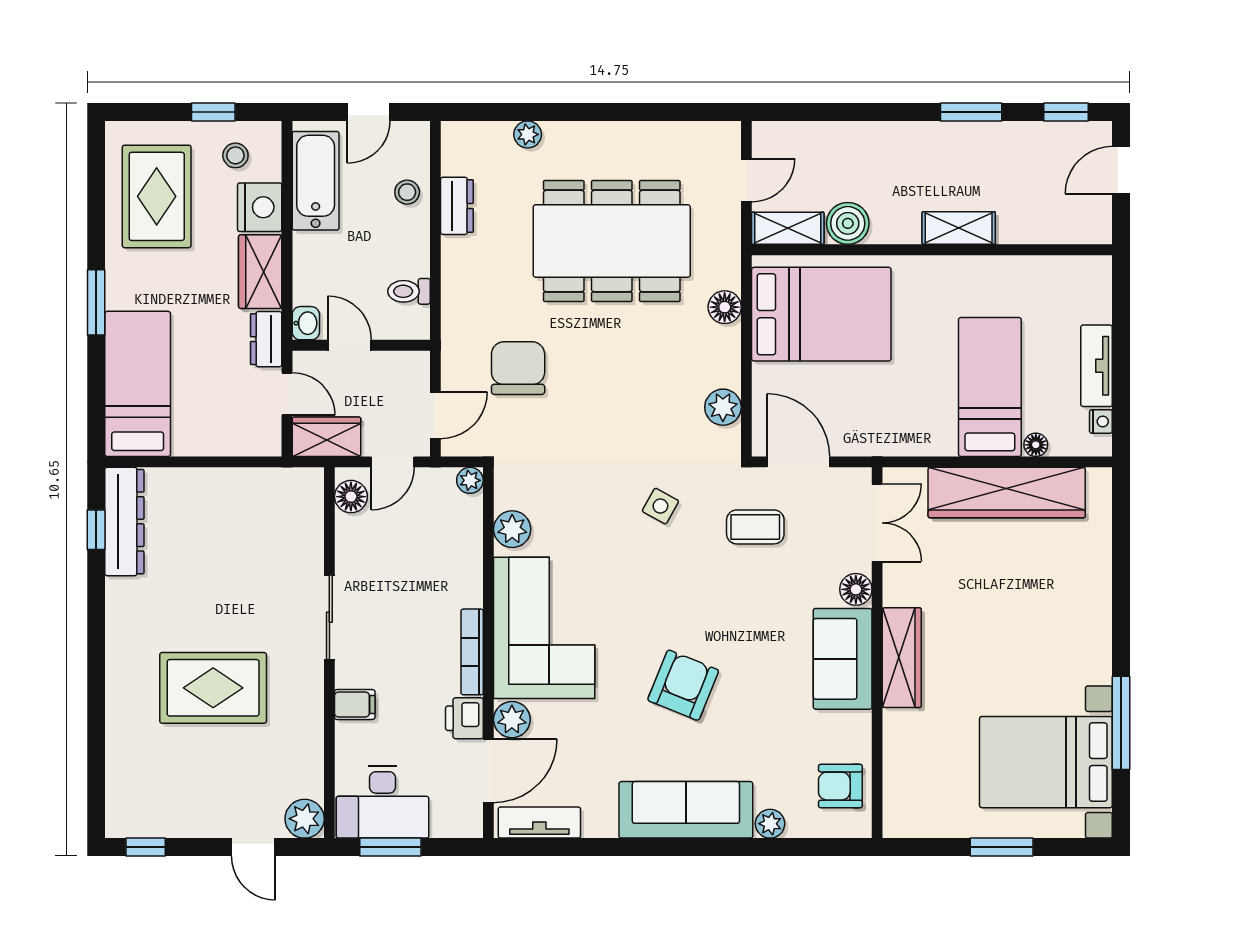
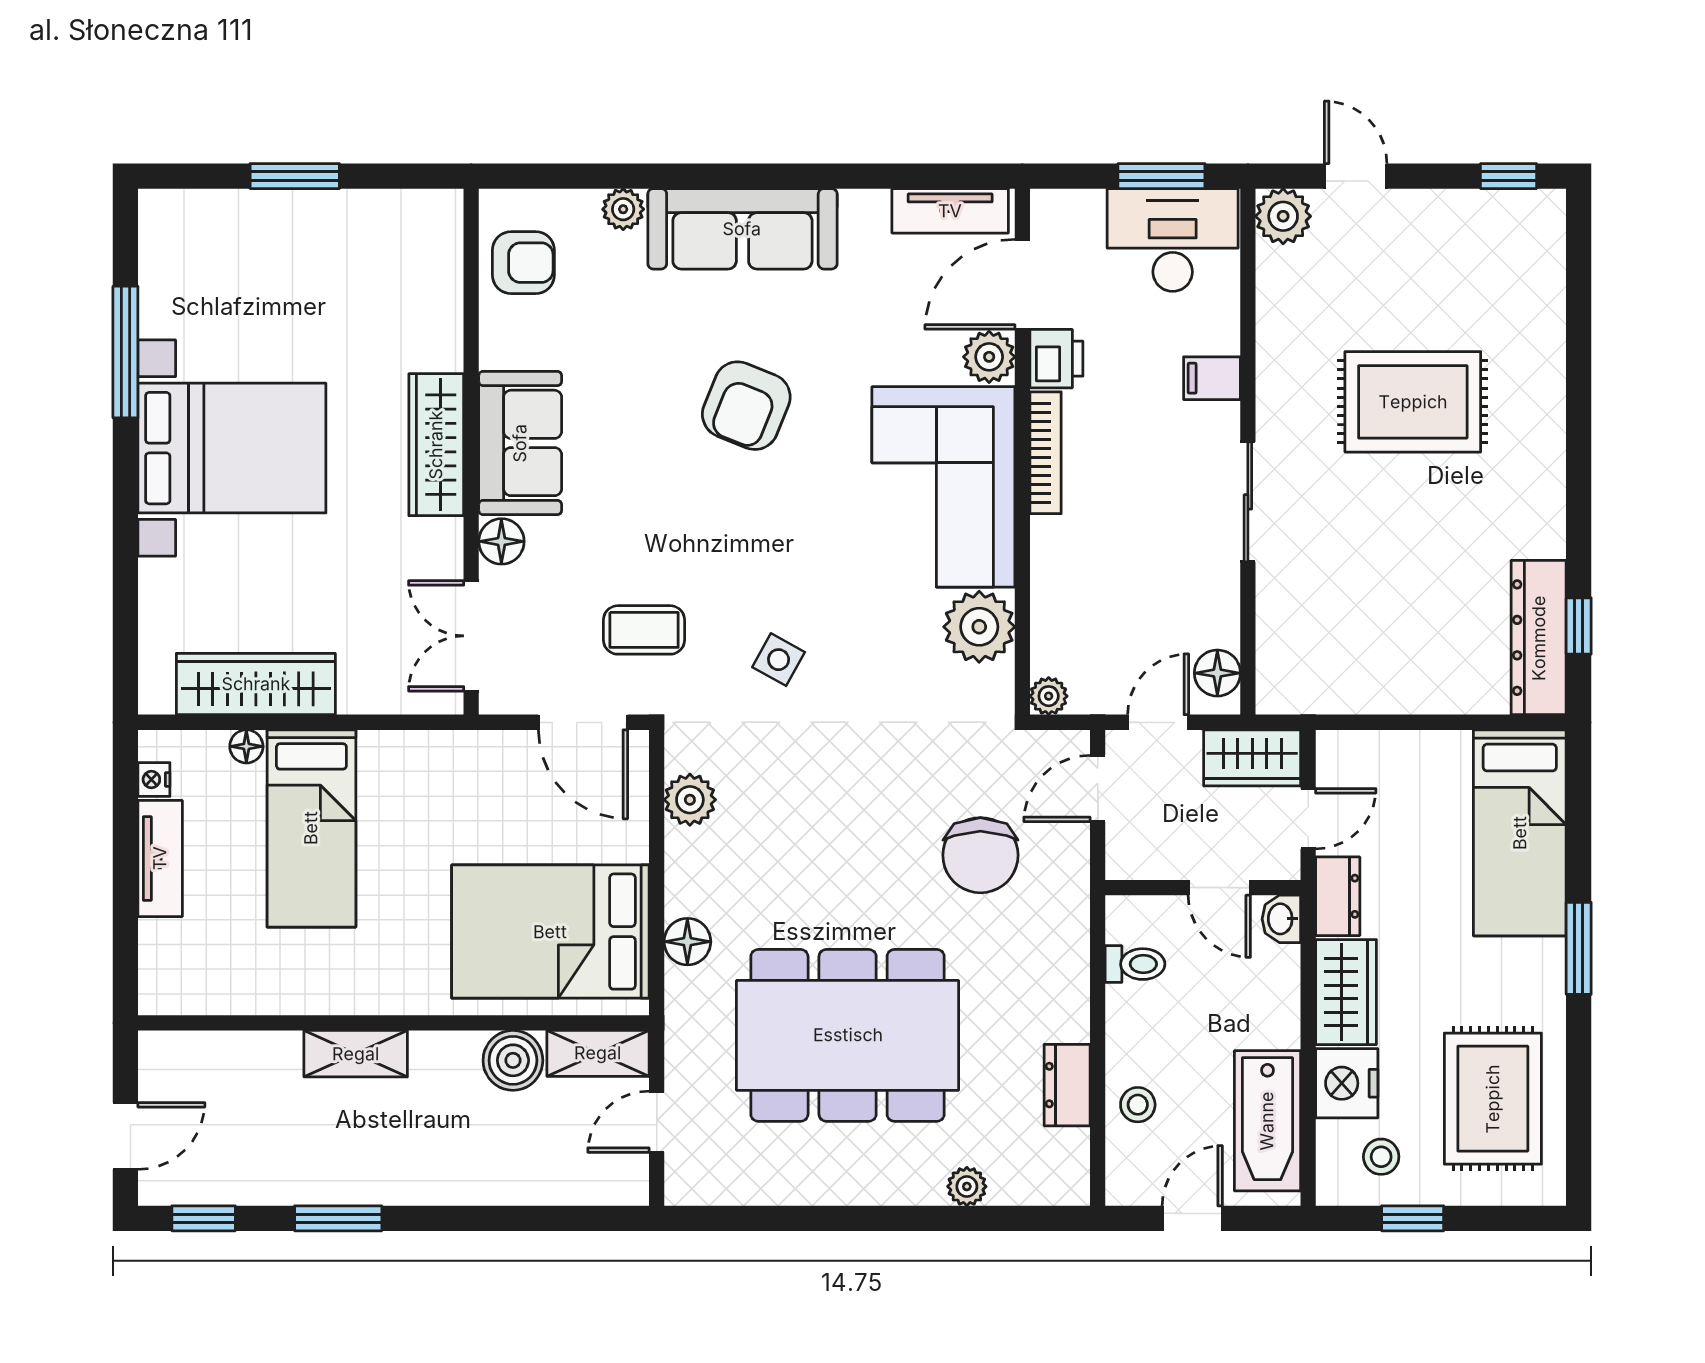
door: (287, 394) -> (1308, 819), swing flipped
wardrobe: (1007, 493) -> (256, 684), width x0.71, depth x0.85
plant: (512, 529) -> (979, 627), width x1.36, depth x1.36
bed with nightstands: (1046, 762) -> (232, 448), moved

